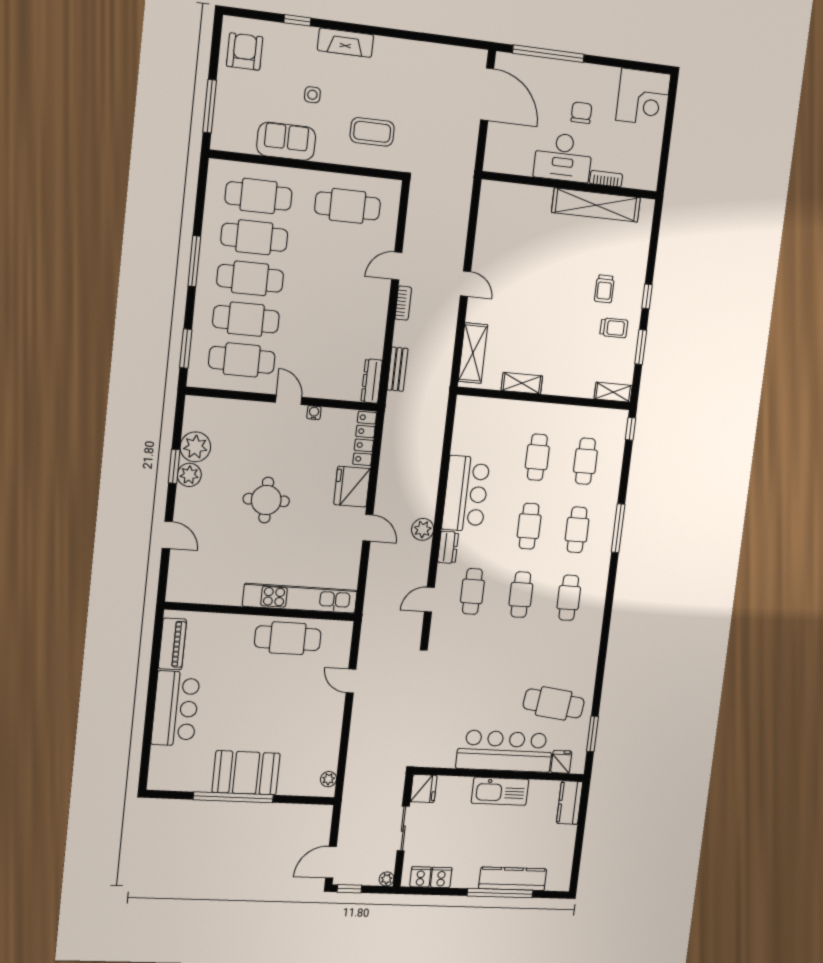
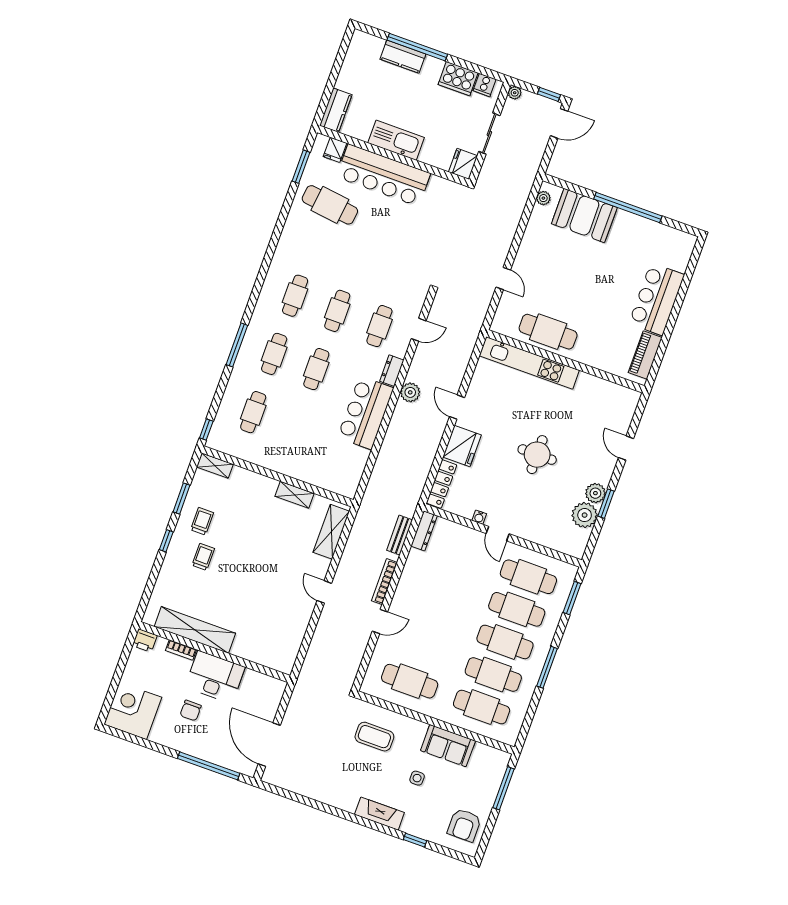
printer: (647, 180) -> (145, 641), added
bookcase: (403, 303) -> (384, 582), width x1.56
trolley: (614, 328) -> (202, 521), turned 90
cafe table: (537, 457) -> (295, 427), removed
booth: (246, 773) -> (584, 216), moved
cooker: (441, 878) -> (458, 79), width x1.87, depth x1.31
kitchen counter: (513, 879) -> (403, 57), width x0.67

